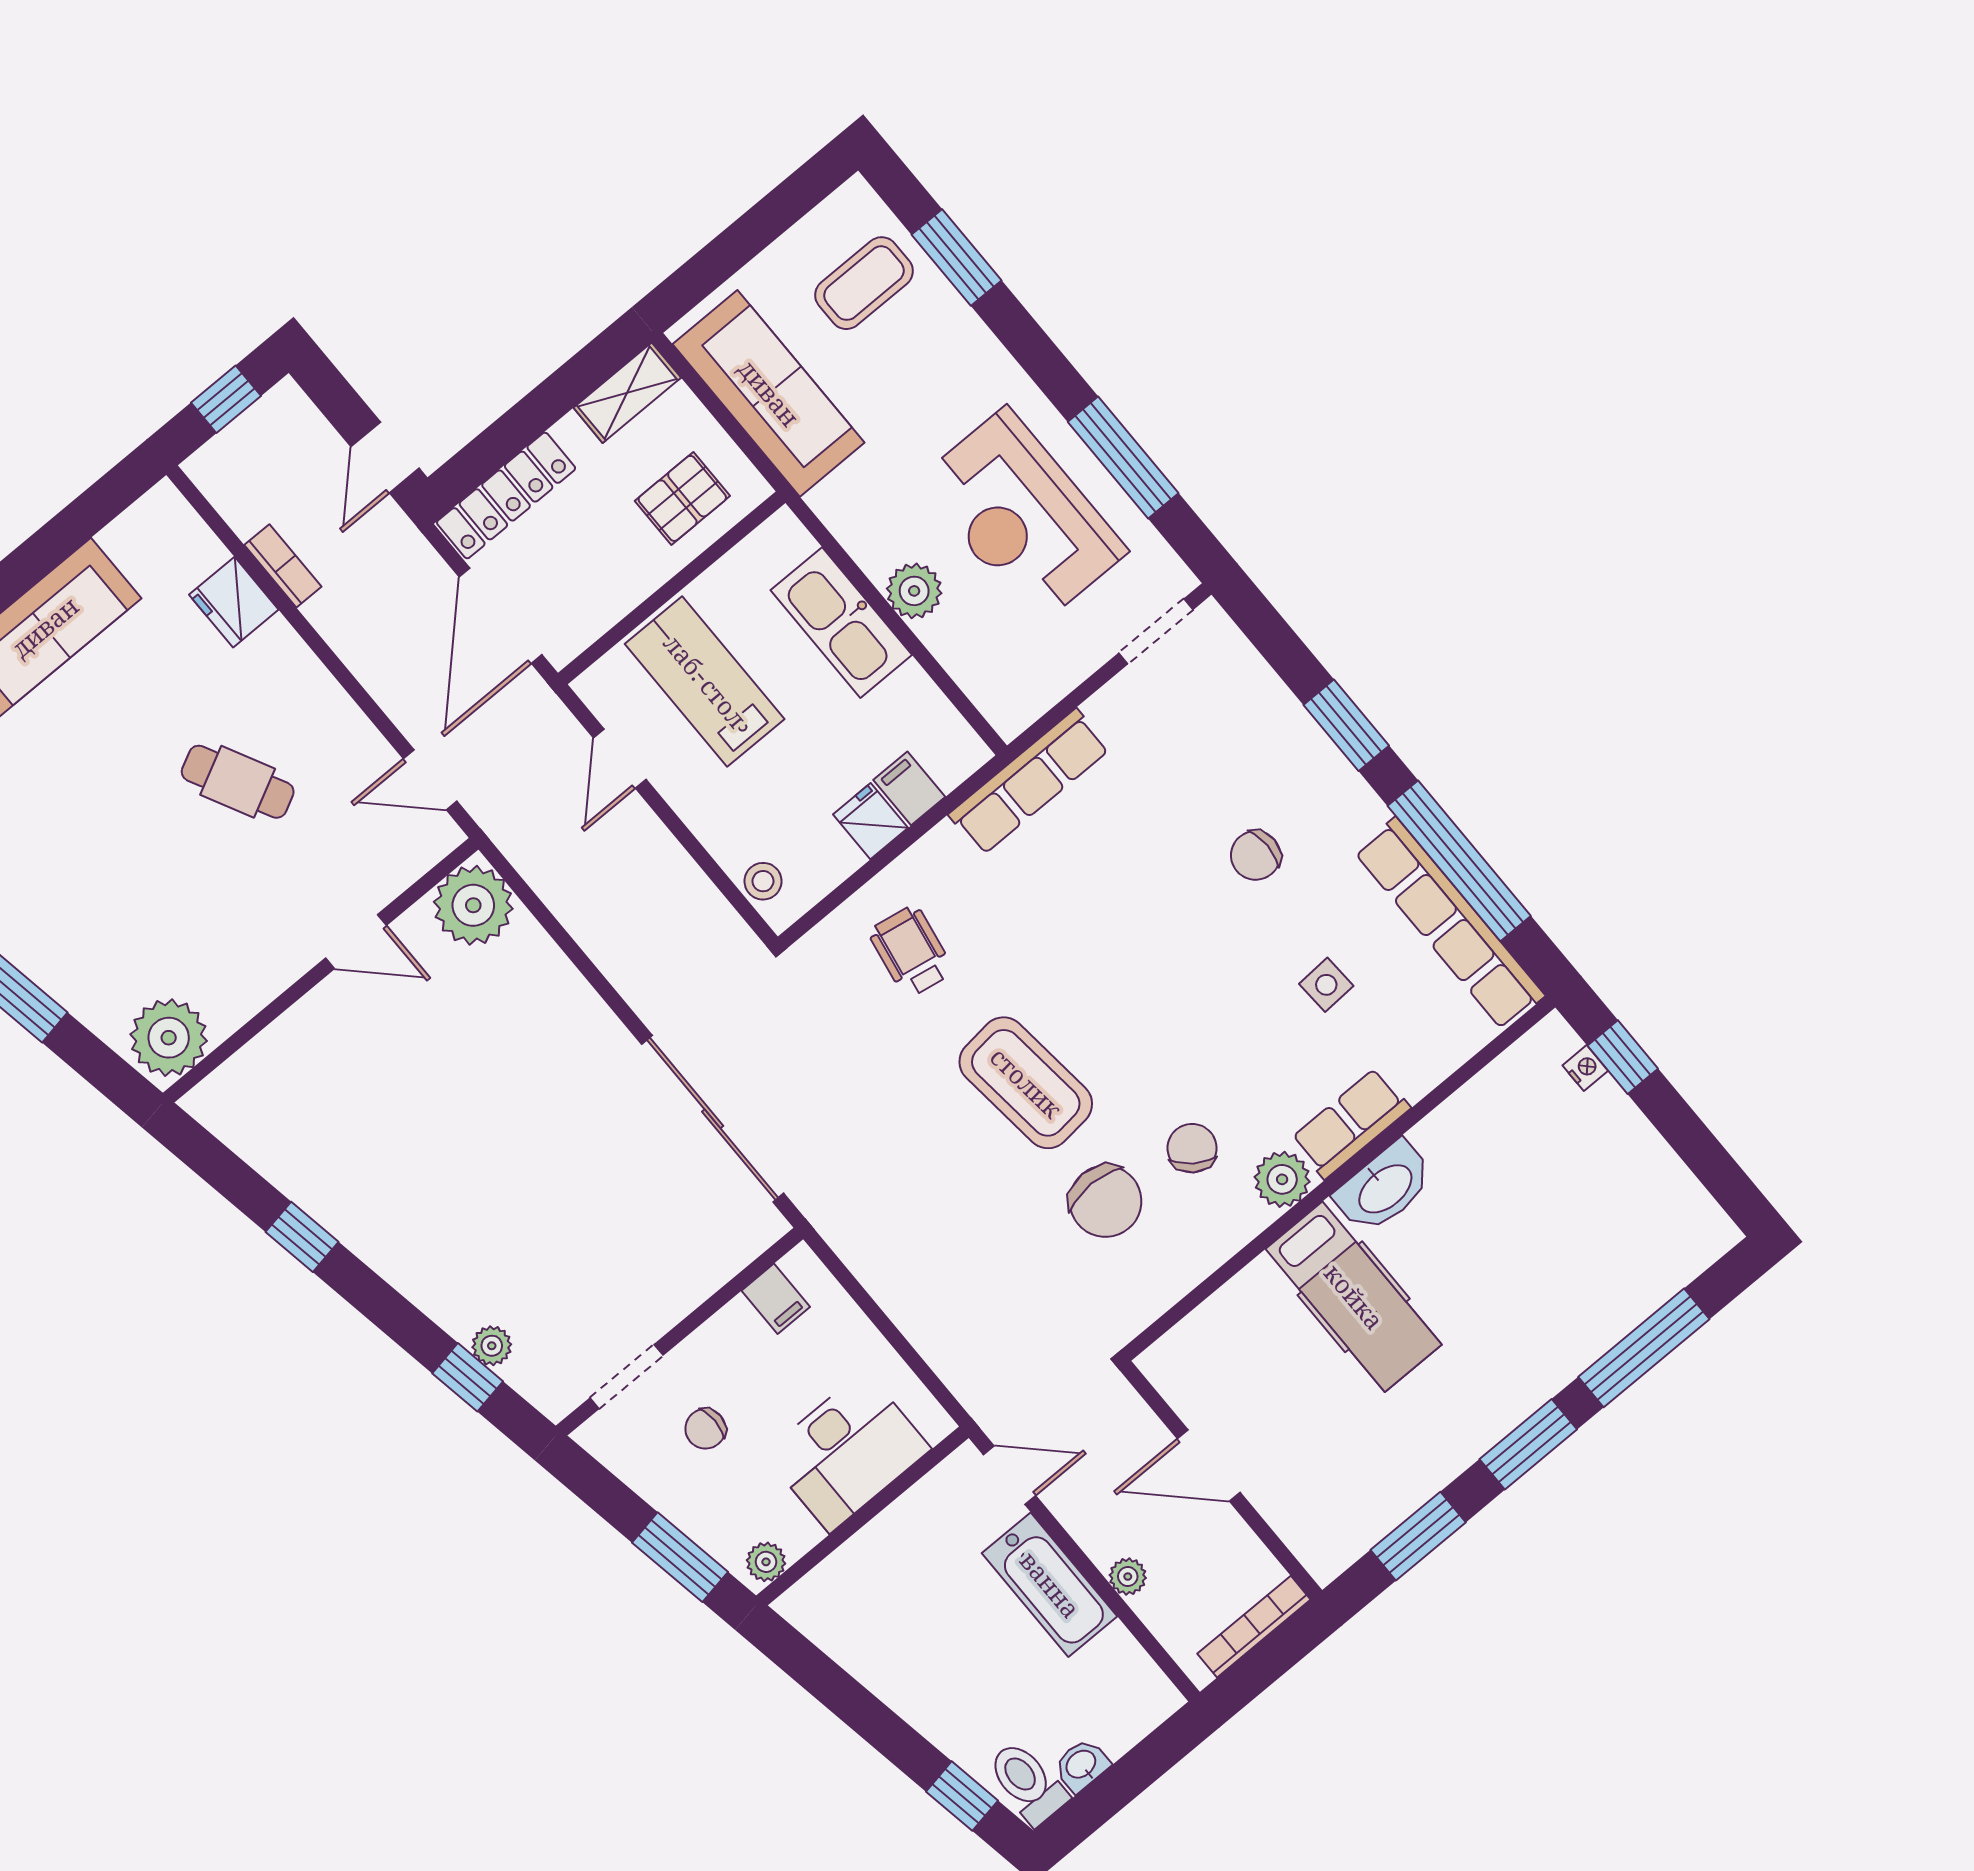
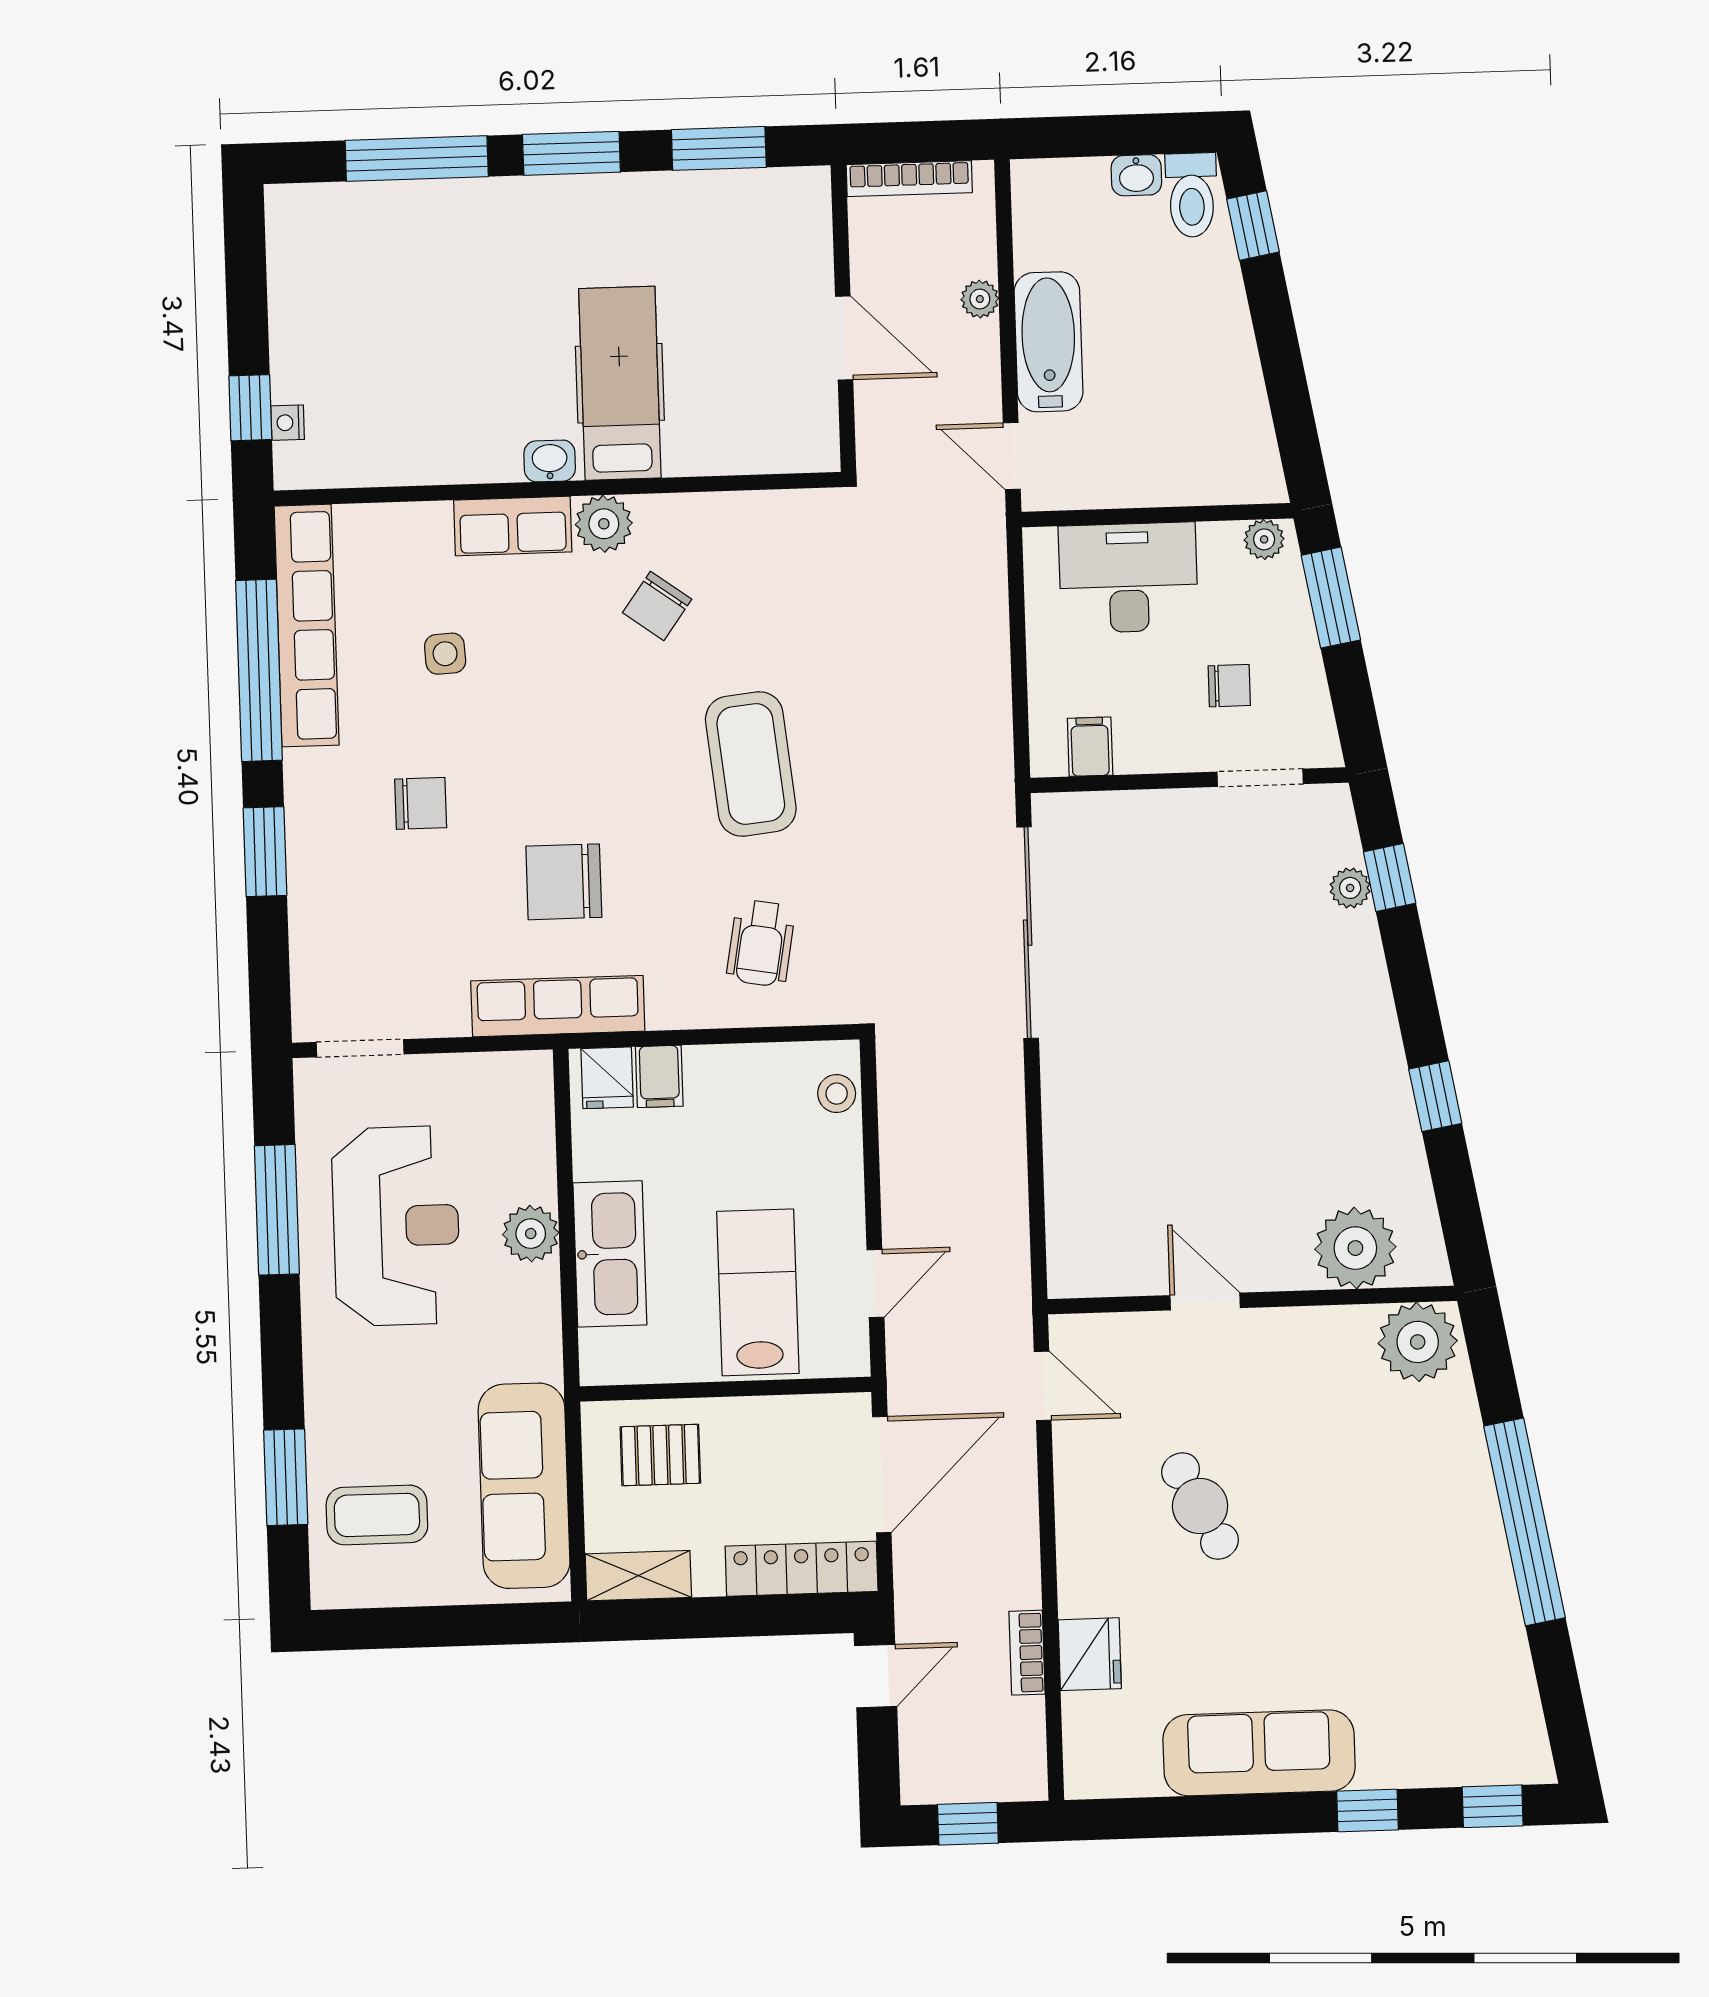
lab bench: (705, 681) -> (758, 1292), turned 180
fridge: (870, 821) -> (607, 1078), moved
plant: (473, 905) -> (1355, 1248), moved
washbasin: (1384, 1188) -> (550, 461), width x0.52, depth x0.69
chair: (1106, 1201) -> (564, 882), moved, turned -90

